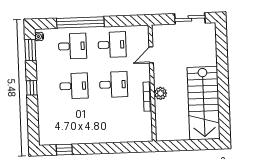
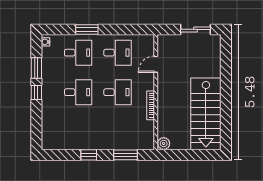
window: (80, 22) -> (87, 29), width x0.47
window: (30, 50) -> (36, 68), moved
plant: (161, 93) -> (164, 144), moved
window: (124, 147) -> (126, 155), added
window: (64, 150) -> (89, 155), moved

